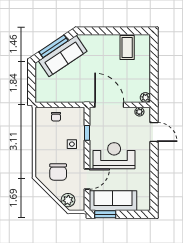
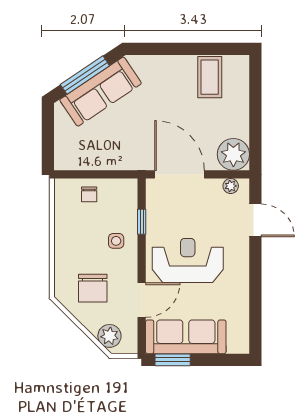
plant: (145, 98) -> (233, 154), width x1.87, depth x1.87

